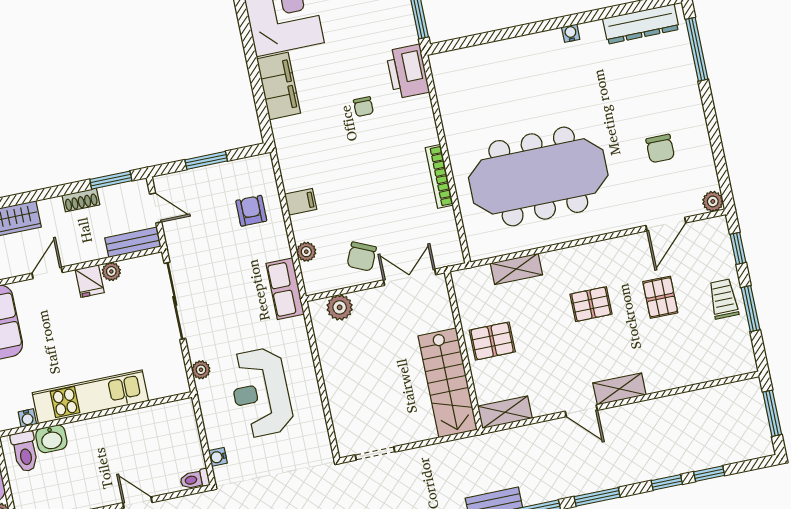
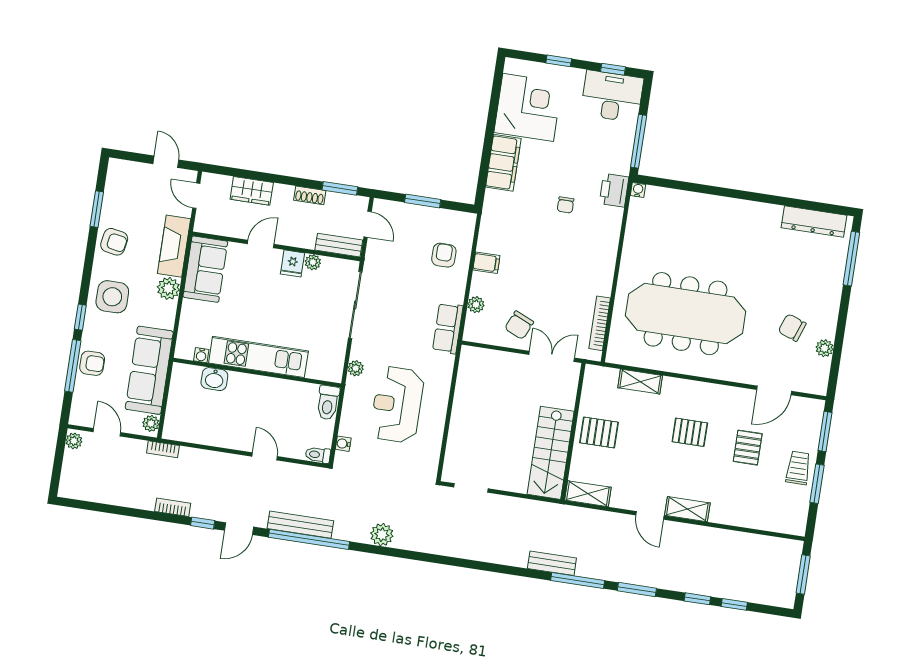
water cooler: (571, 33) -> (638, 190), moved
printer: (408, 72) -> (614, 190), width x0.73, depth x0.84
chair: (660, 148) -> (792, 328), turned 110
bookcase: (439, 176) -> (600, 323), moved
plant: (713, 201) -> (825, 348), moved
window: (738, 248) -> (825, 431), width x1.50
plant: (340, 307) -> (486, 360), removed
toilet: (25, 451) -> (328, 403), moved

